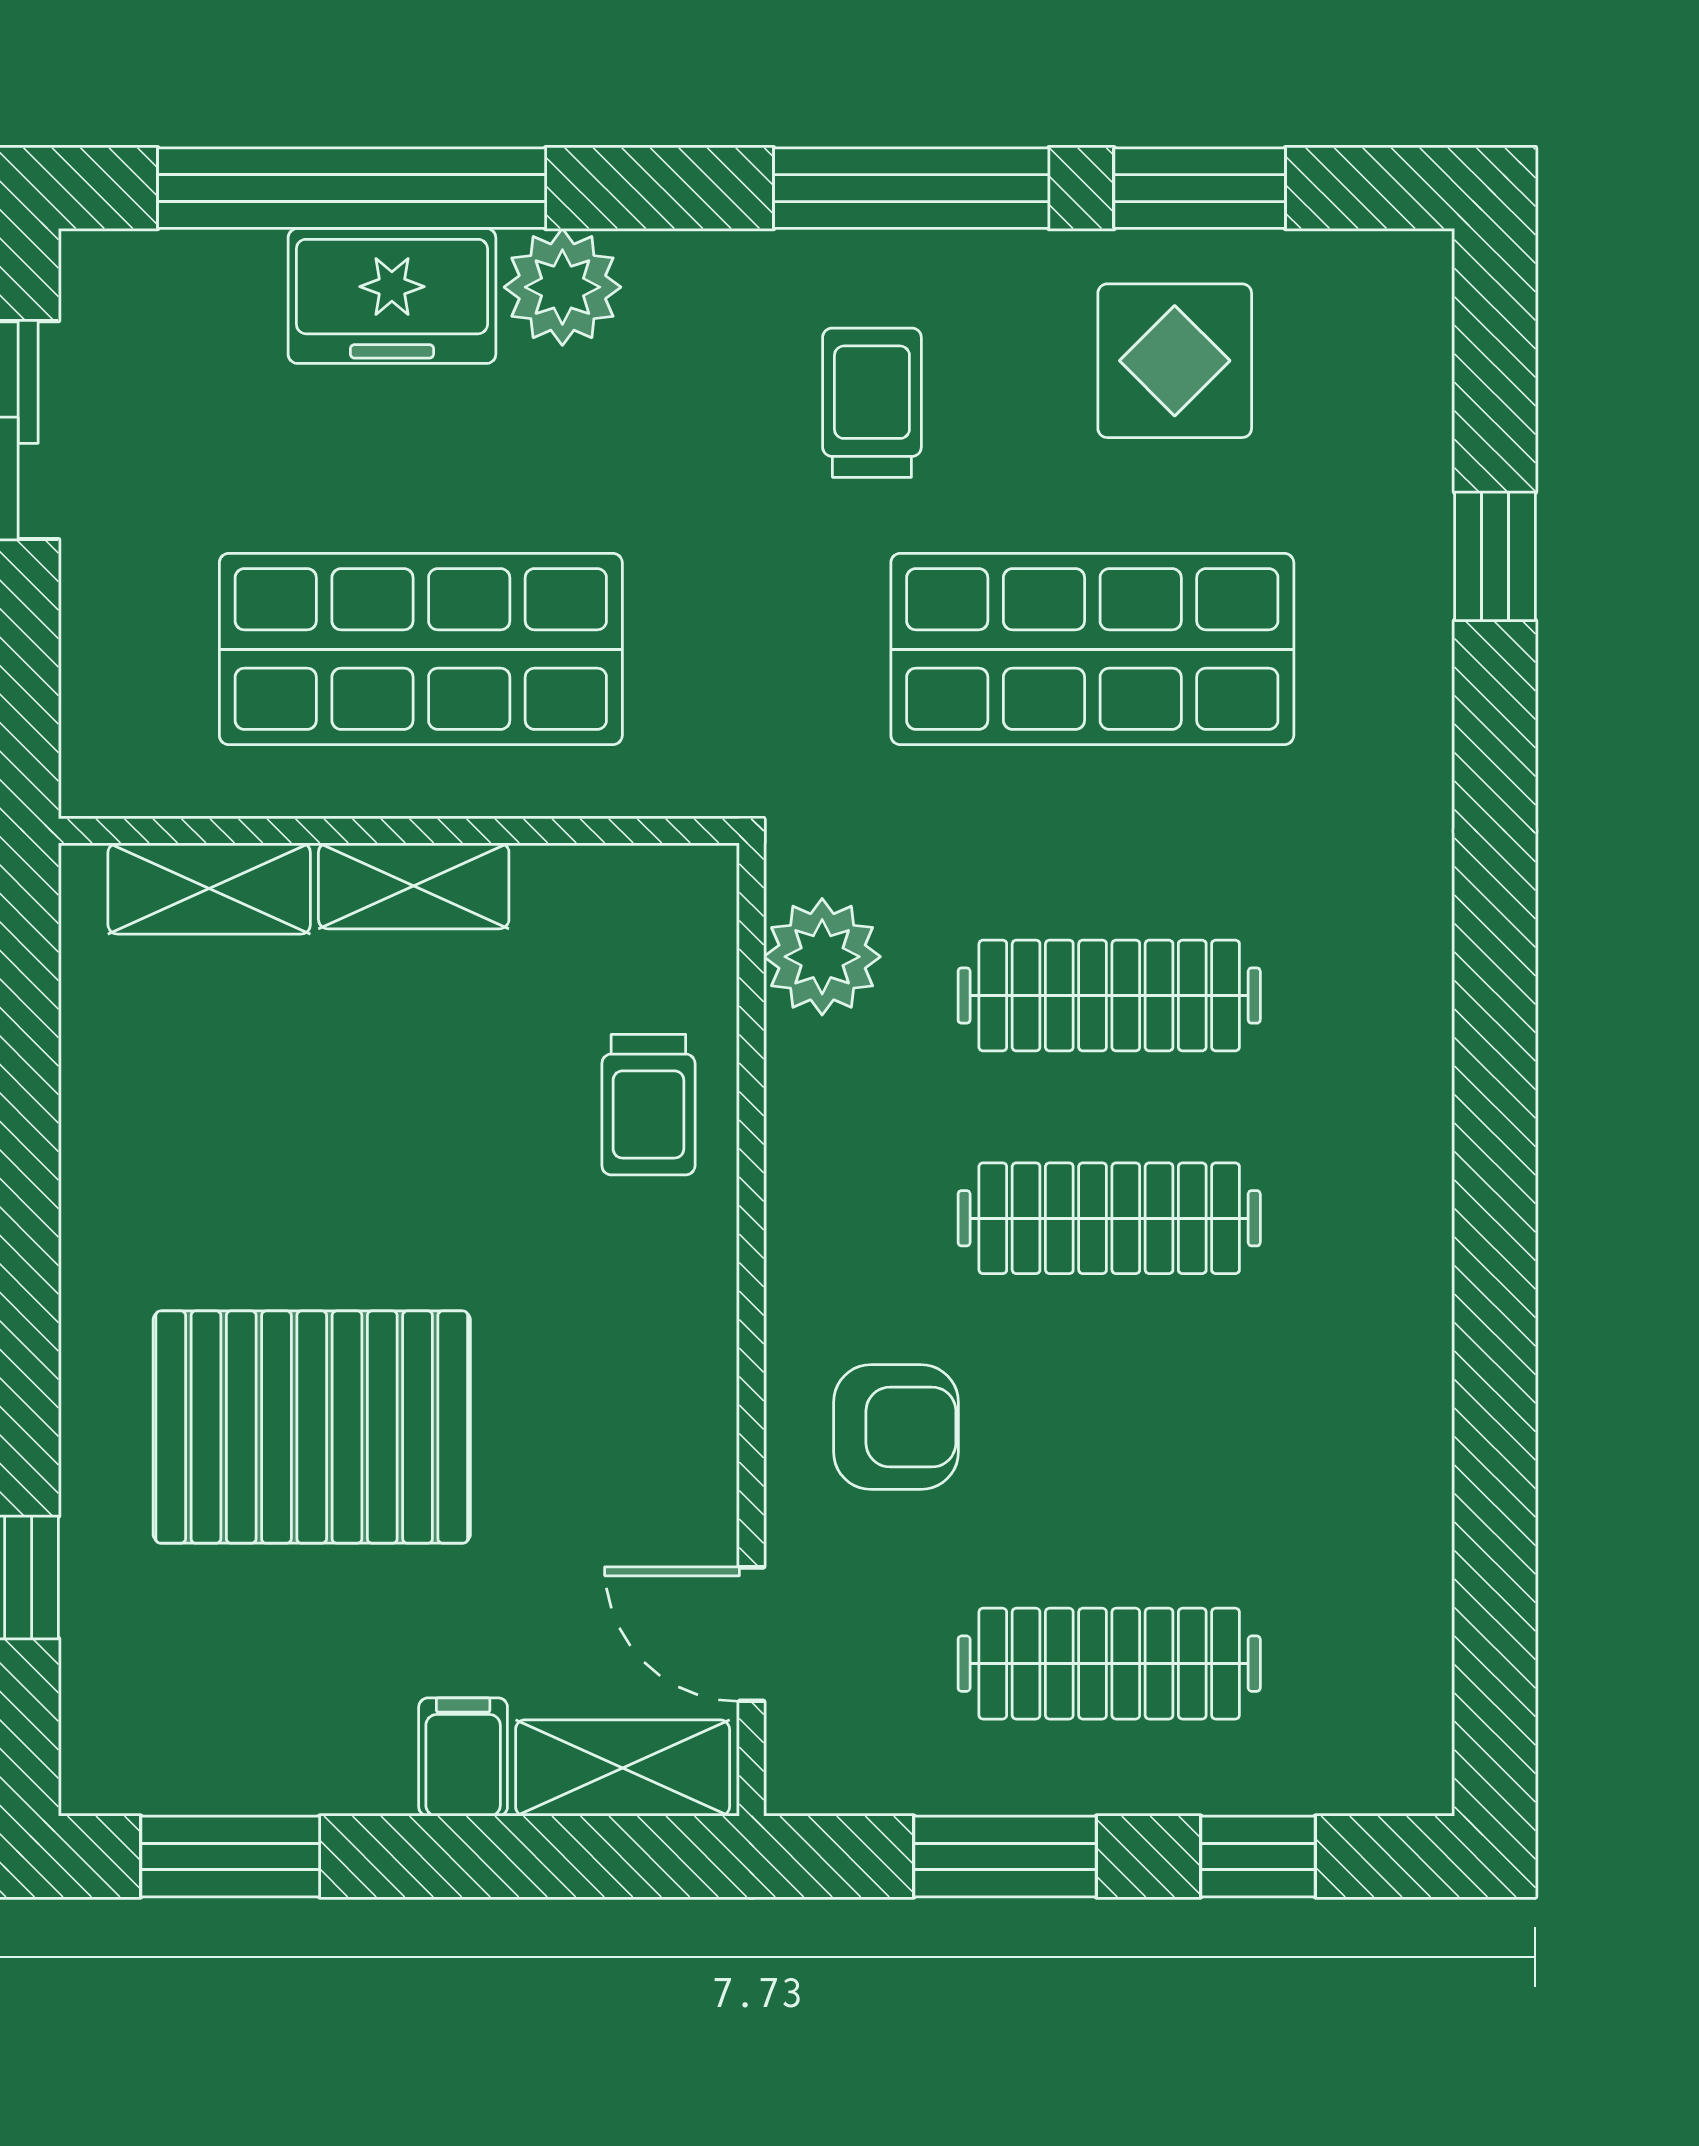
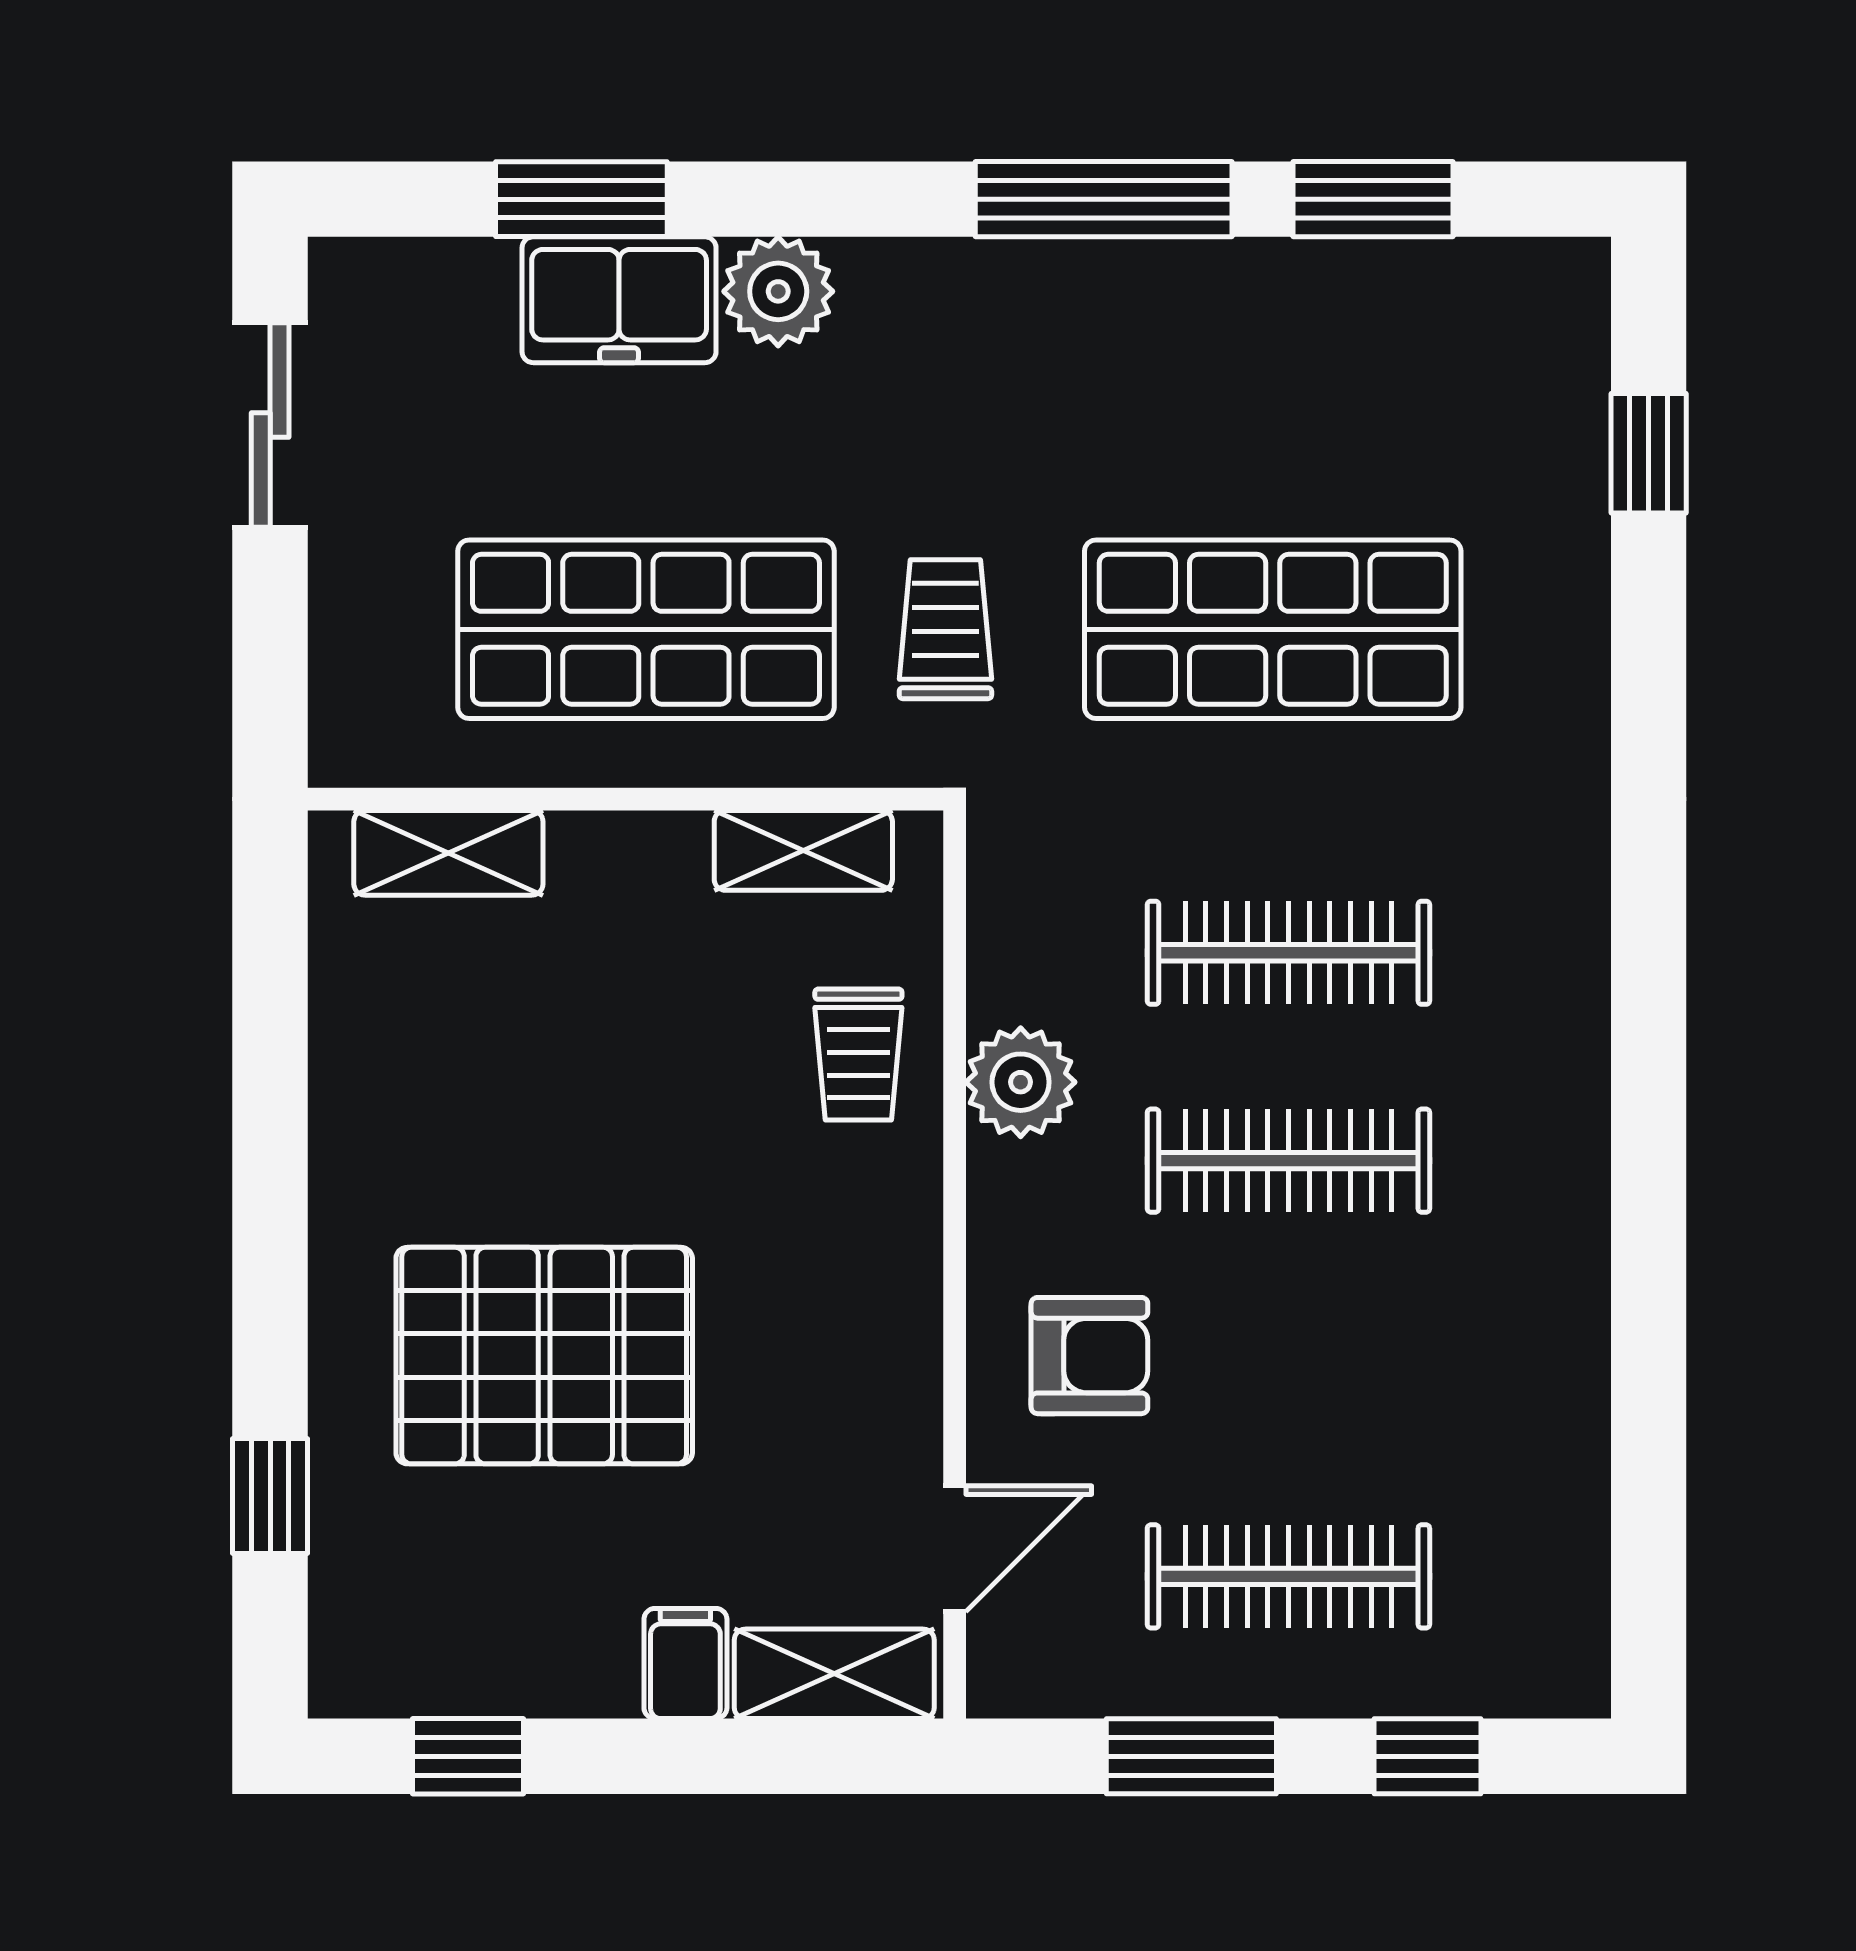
window: (352, 188) -> (581, 199), width x0.47
display table: (1175, 361) -> (1350, 360), removed
trolley: (872, 403) -> (945, 629), moved
window: (1495, 556) -> (1649, 453), moved
shelving: (414, 886) -> (803, 850), moved
plant: (822, 957) -> (1021, 1082), moved
door: (752, 1634) -> (955, 1549), swing flipped
window: (230, 1856) -> (468, 1756), width x0.67

